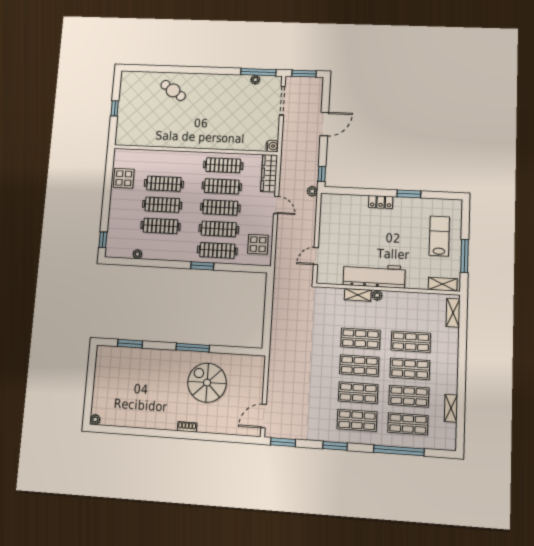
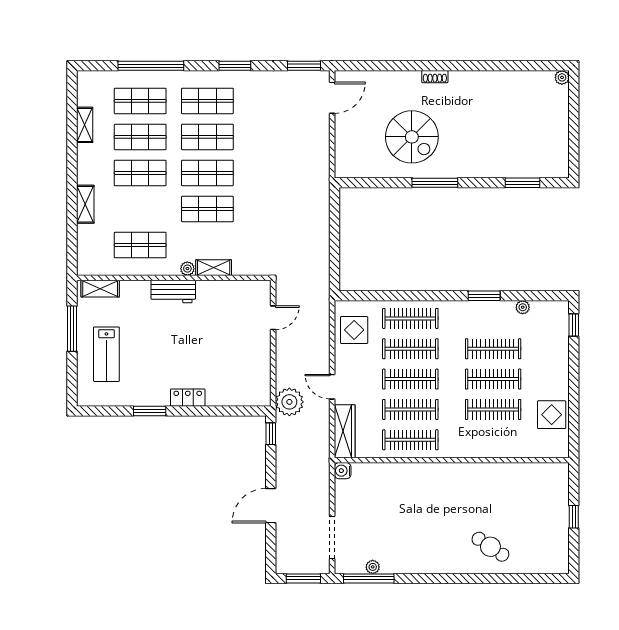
plant: (312, 191) -> (289, 402), width x1.88, depth x1.88
window: (202, 266) -> (484, 296), moved
workbench: (374, 276) -> (173, 292), width x0.53, depth x0.76
shelving: (453, 313) -> (85, 204), moved
shop shelf: (411, 342) -> (140, 245), moved

